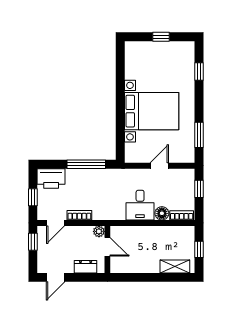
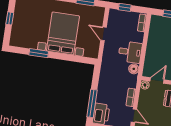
window: (120, 83) -> (39, 53), added
window: (86, 164) -> (92, 103), moved
floor lamp: (162, 213) -> (134, 69), moved

